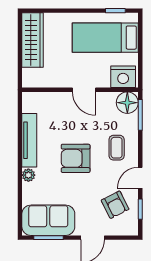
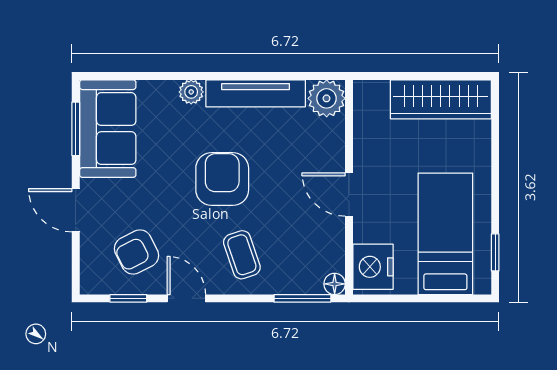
door: (84, 90) -> (349, 195), hinge flipped
plant: (32, 102) -> (327, 98), added
floor lamp: (127, 103) -> (335, 284), width x0.53, depth x0.53
coffee table: (117, 148) -> (242, 255), turned 71

